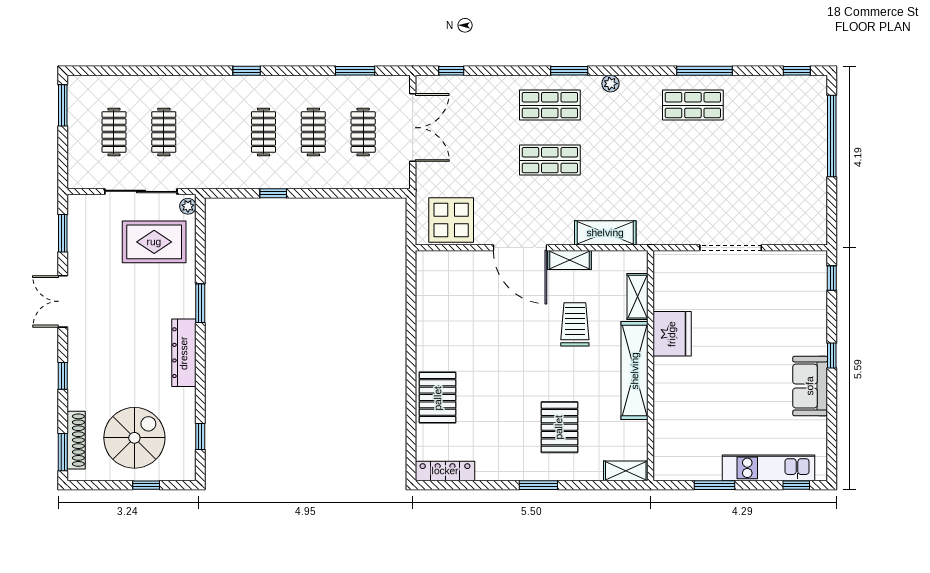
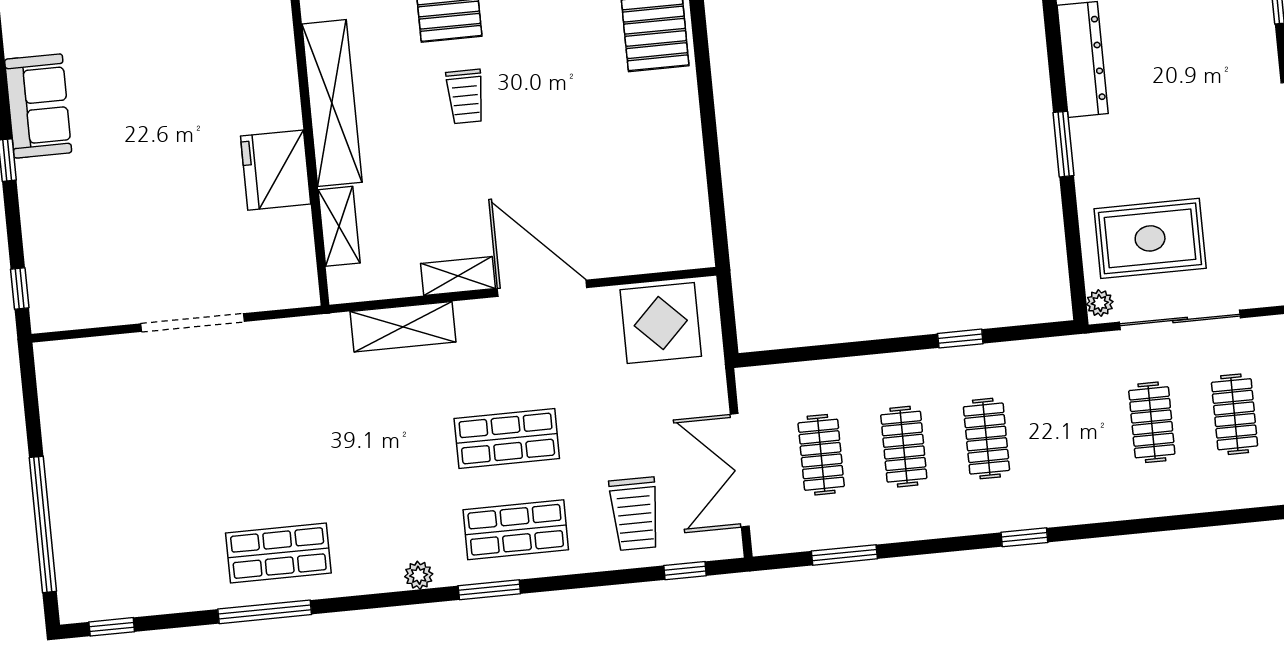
trolley: (478, 108) -> (635, 514), added
trolley: (575, 324) -> (465, 96), moved, width x0.73, depth x0.72

